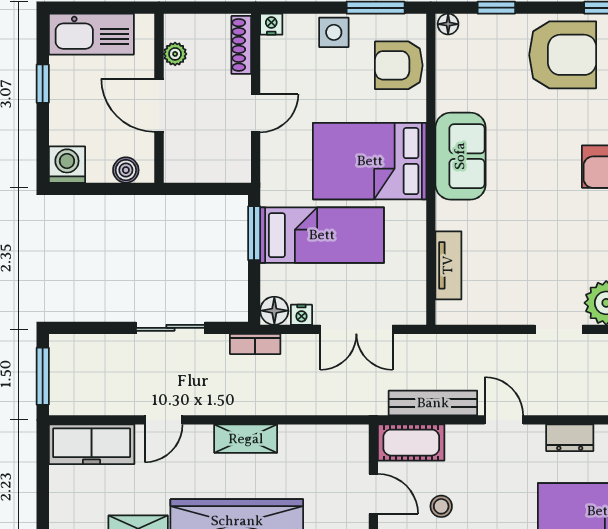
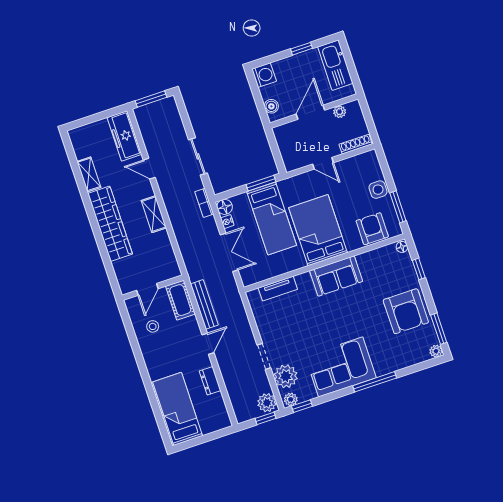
nightstand: (271, 24) -> (371, 156), removed
double door: (356, 329) -> (229, 252), swing flipped

